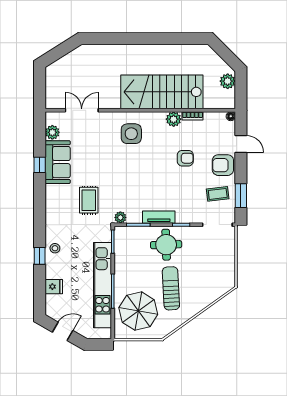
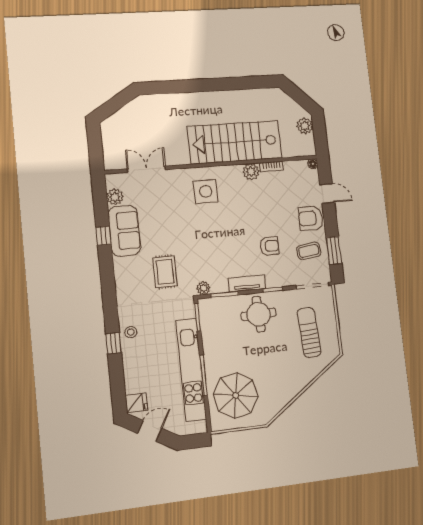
armchair: (185, 158) -> (269, 246), moved
fridge: (54, 287) -> (136, 403), moved
sun lounger: (171, 288) -> (309, 332), moved

